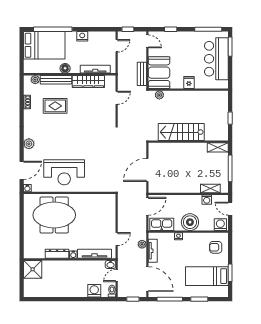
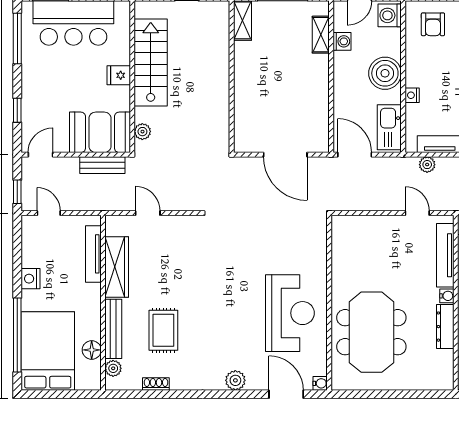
floor lamp: (65, 68) -> (92, 350), moved
stairs: (181, 132) -> (151, 63), moved, turned 180

